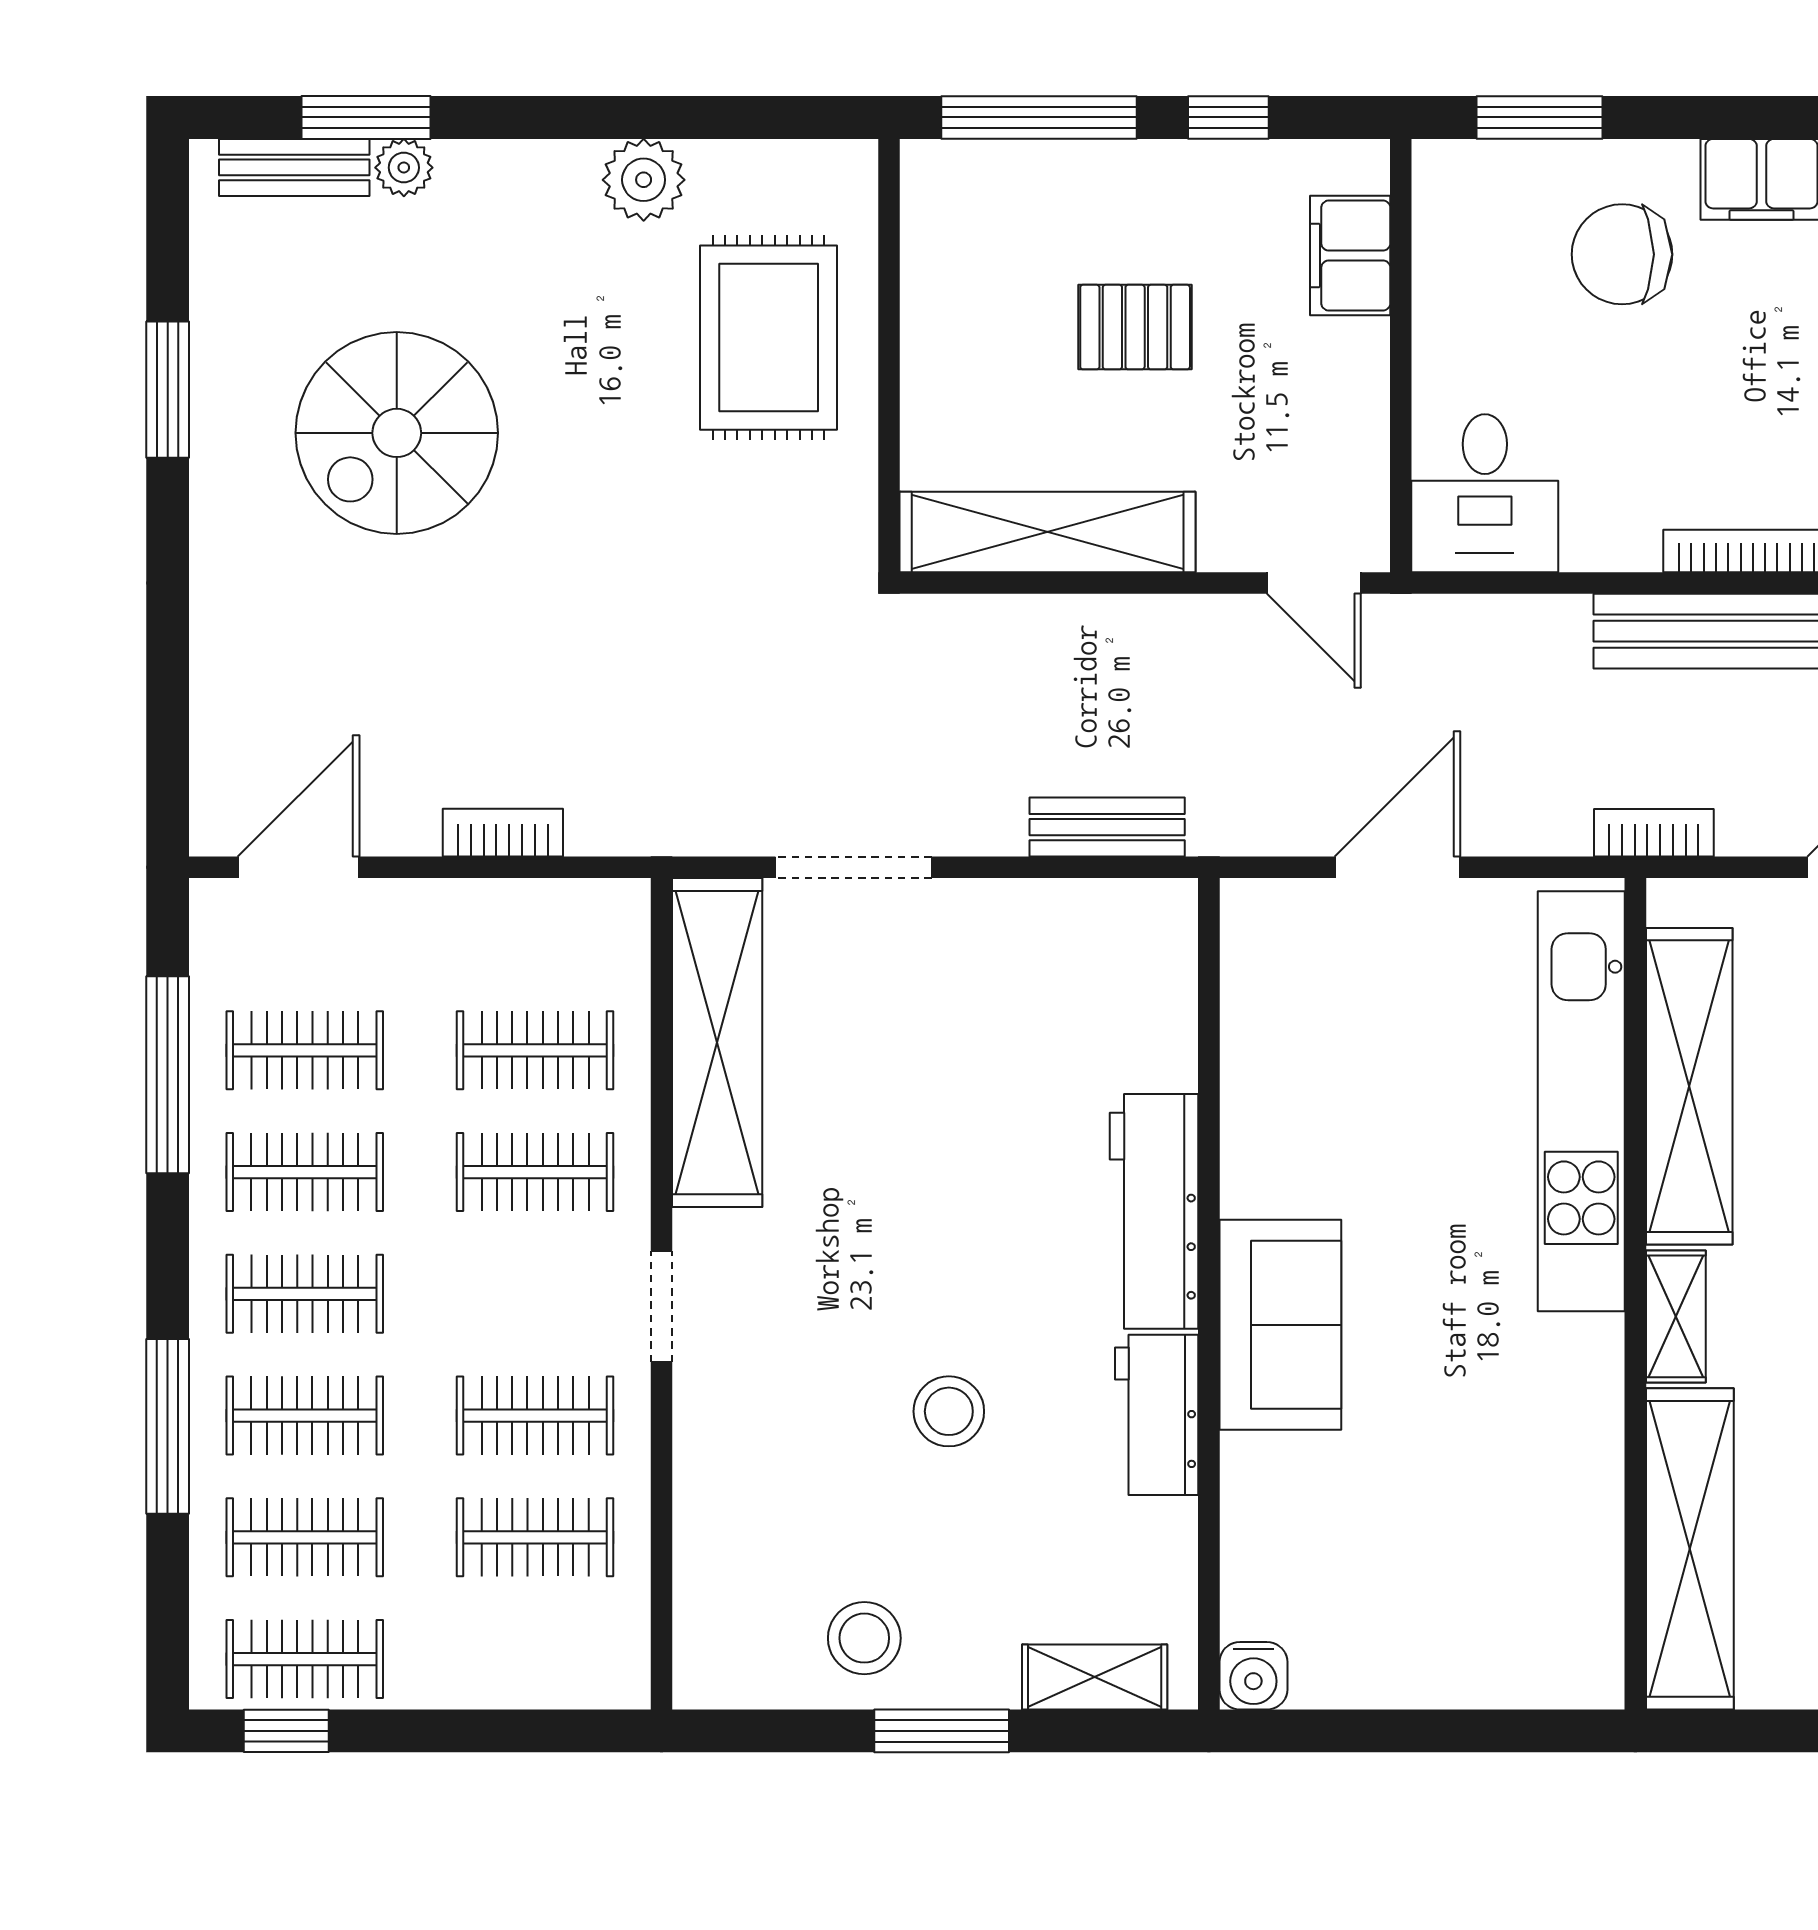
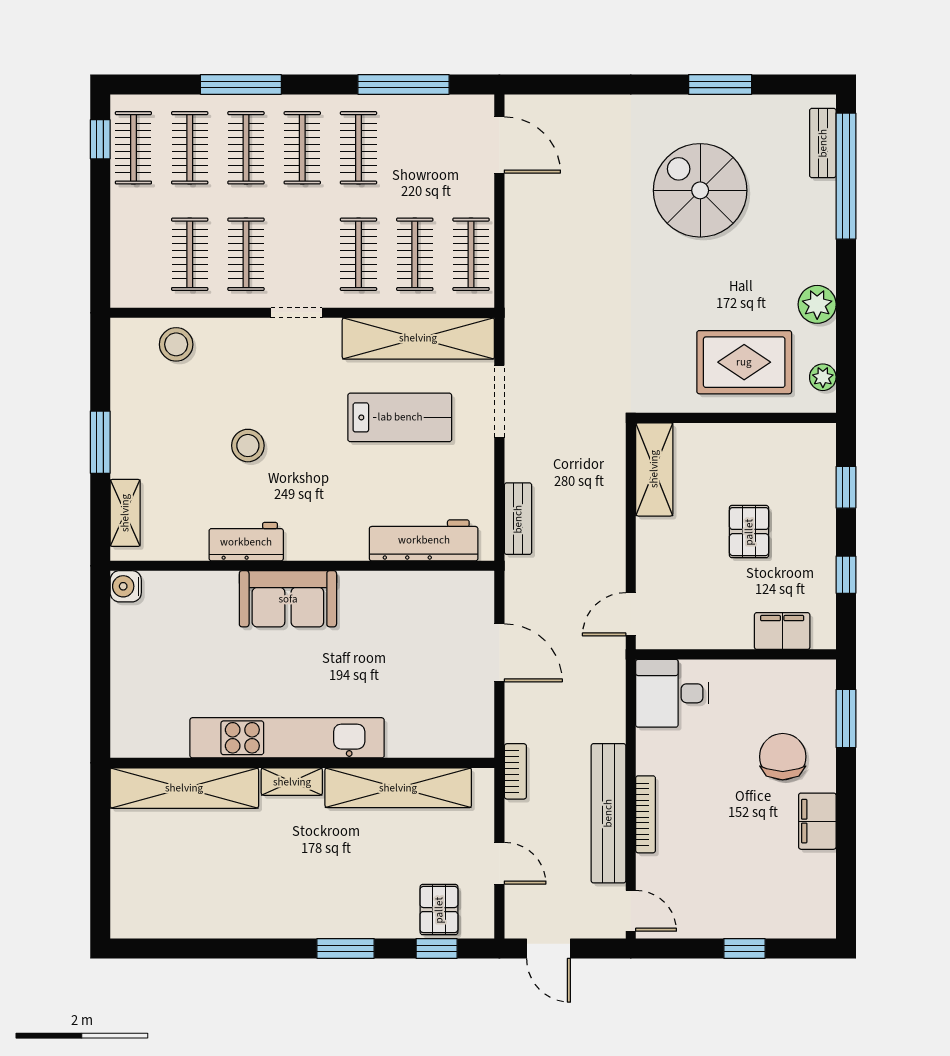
window: (366, 117) -> (846, 176), width x2.11
window: (1039, 117) -> (846, 487), width x0.46
plant: (404, 168) -> (823, 377), moved
shelving: (1048, 532) -> (654, 469), width x0.68
bookcase: (503, 833) -> (515, 239), removed
clothes rail: (305, 1050) -> (471, 254), moved
lab bench: (888, 1083) -> (400, 417), added
kitchen unit: (1581, 1101) -> (287, 738), moved
workbench: (1154, 1211) -> (424, 540), moved
stool: (864, 1638) -> (176, 344), moved

